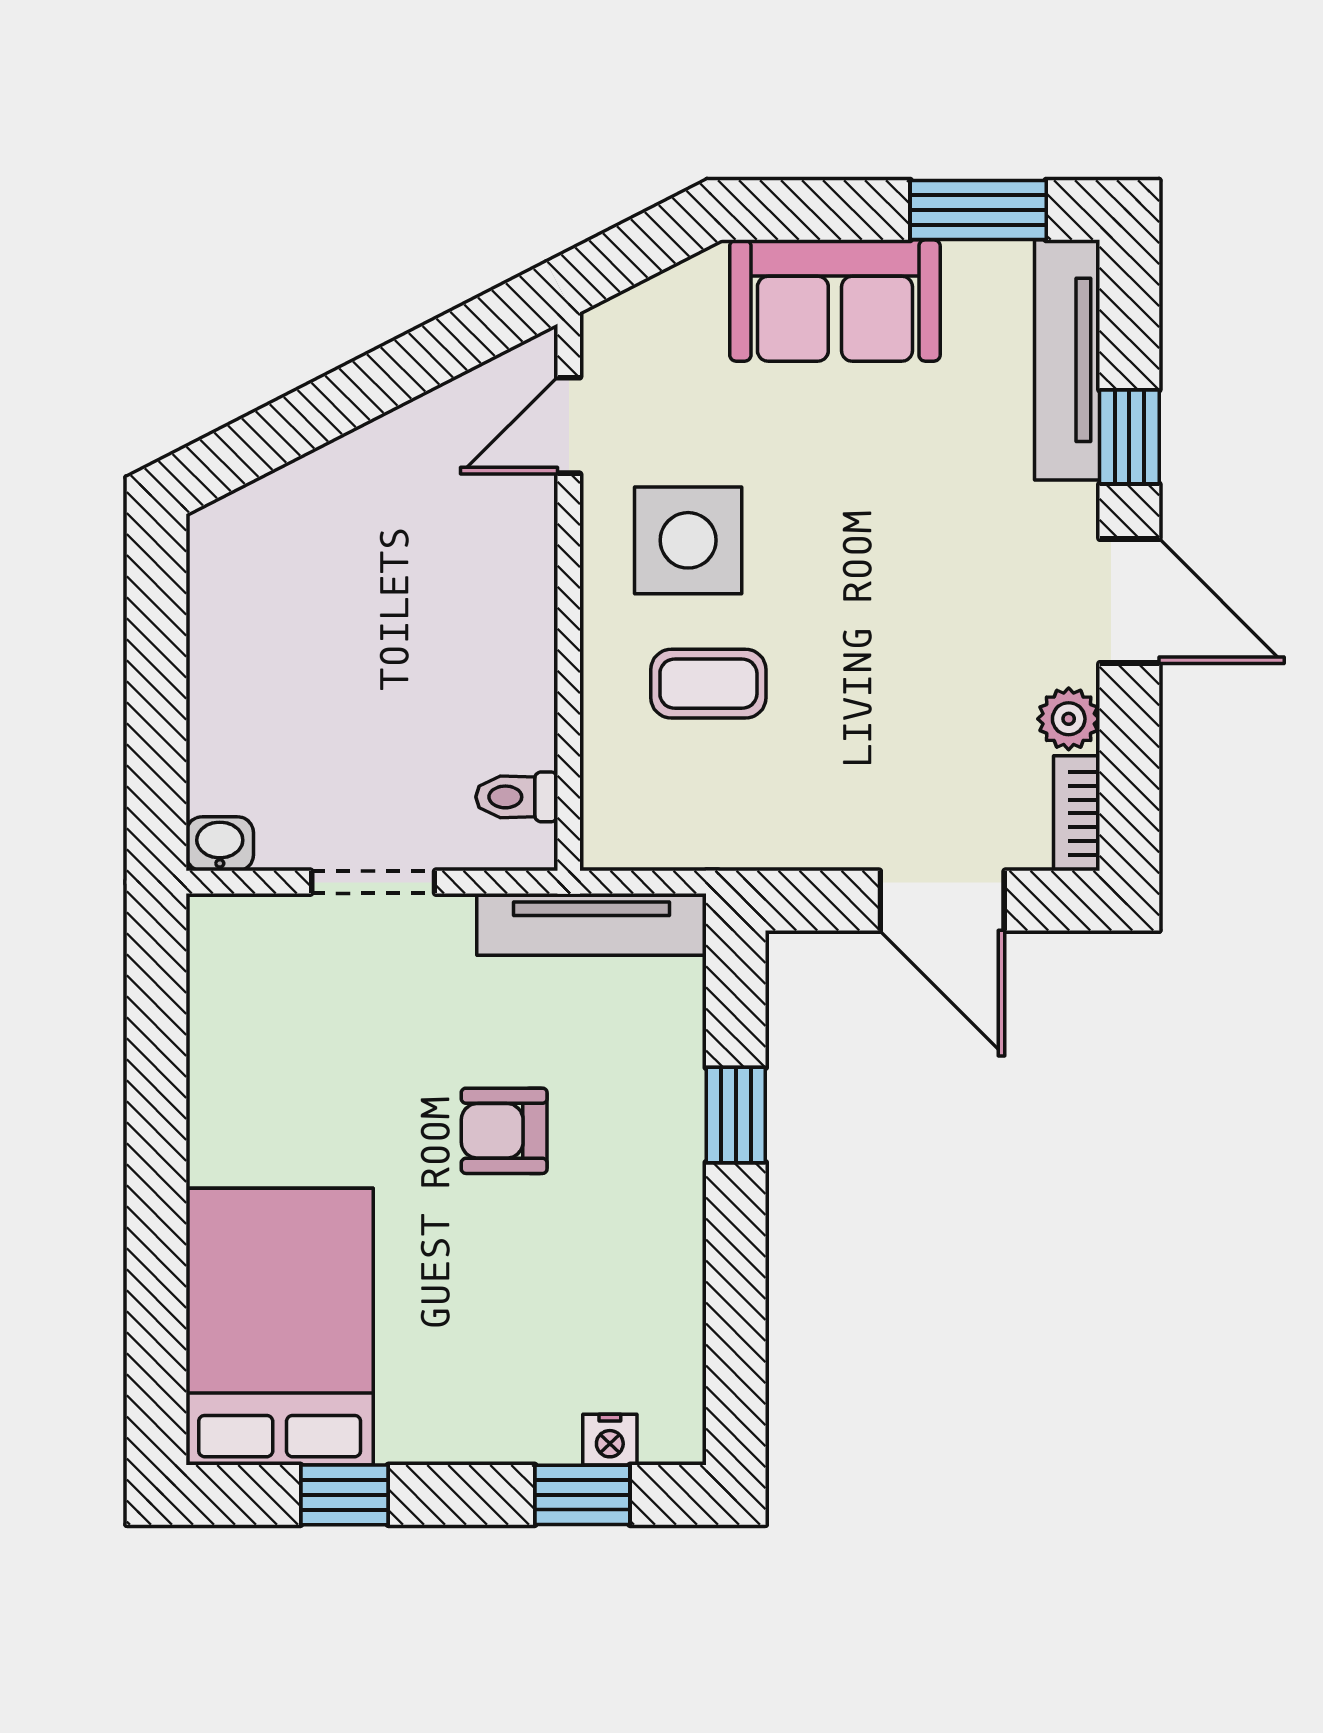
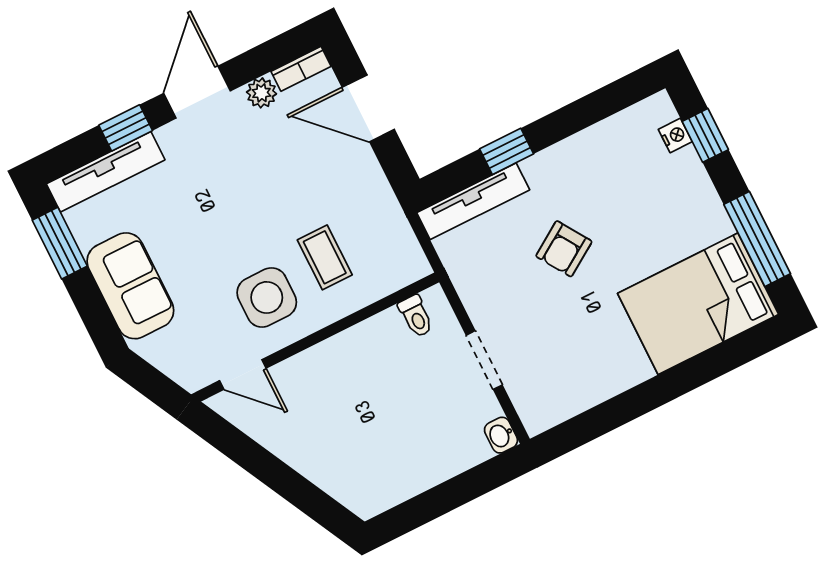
door: (942, 901) -> (368, 108), swing flipped
tv unit: (591, 924) -> (473, 201), moved, turned 90
armchair: (504, 1131) -> (564, 249), turned 57
window: (344, 1495) -> (757, 239), width x2.17

